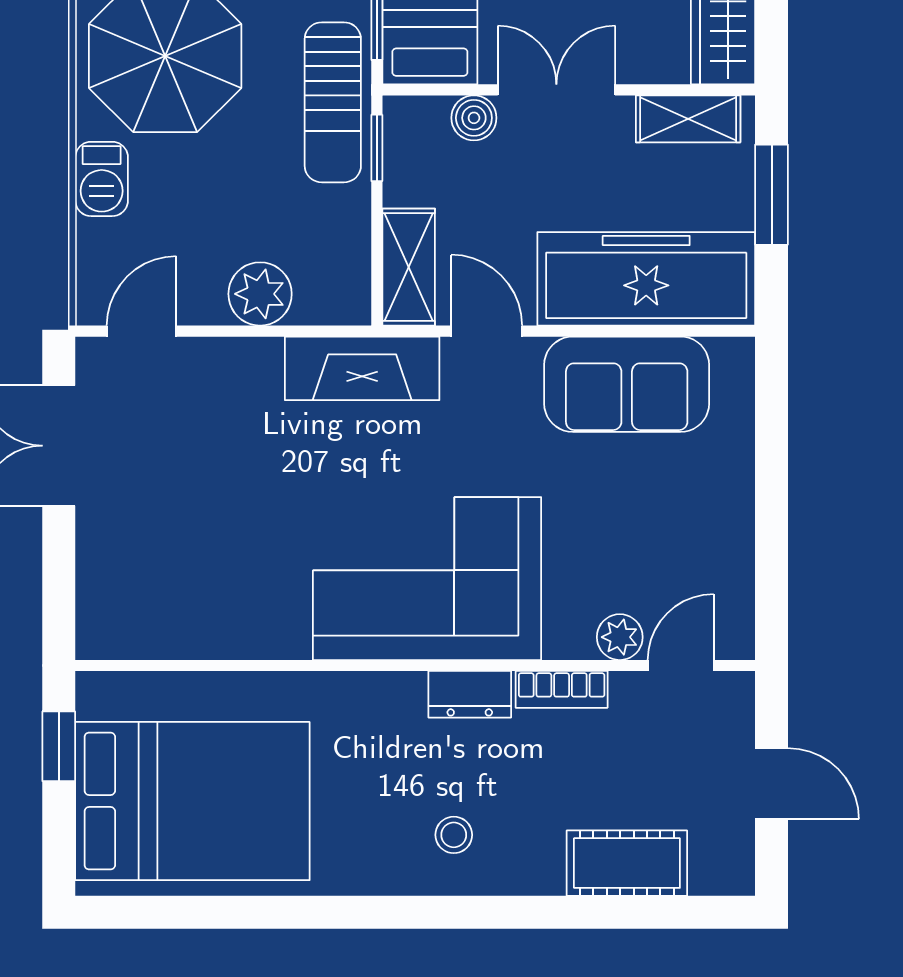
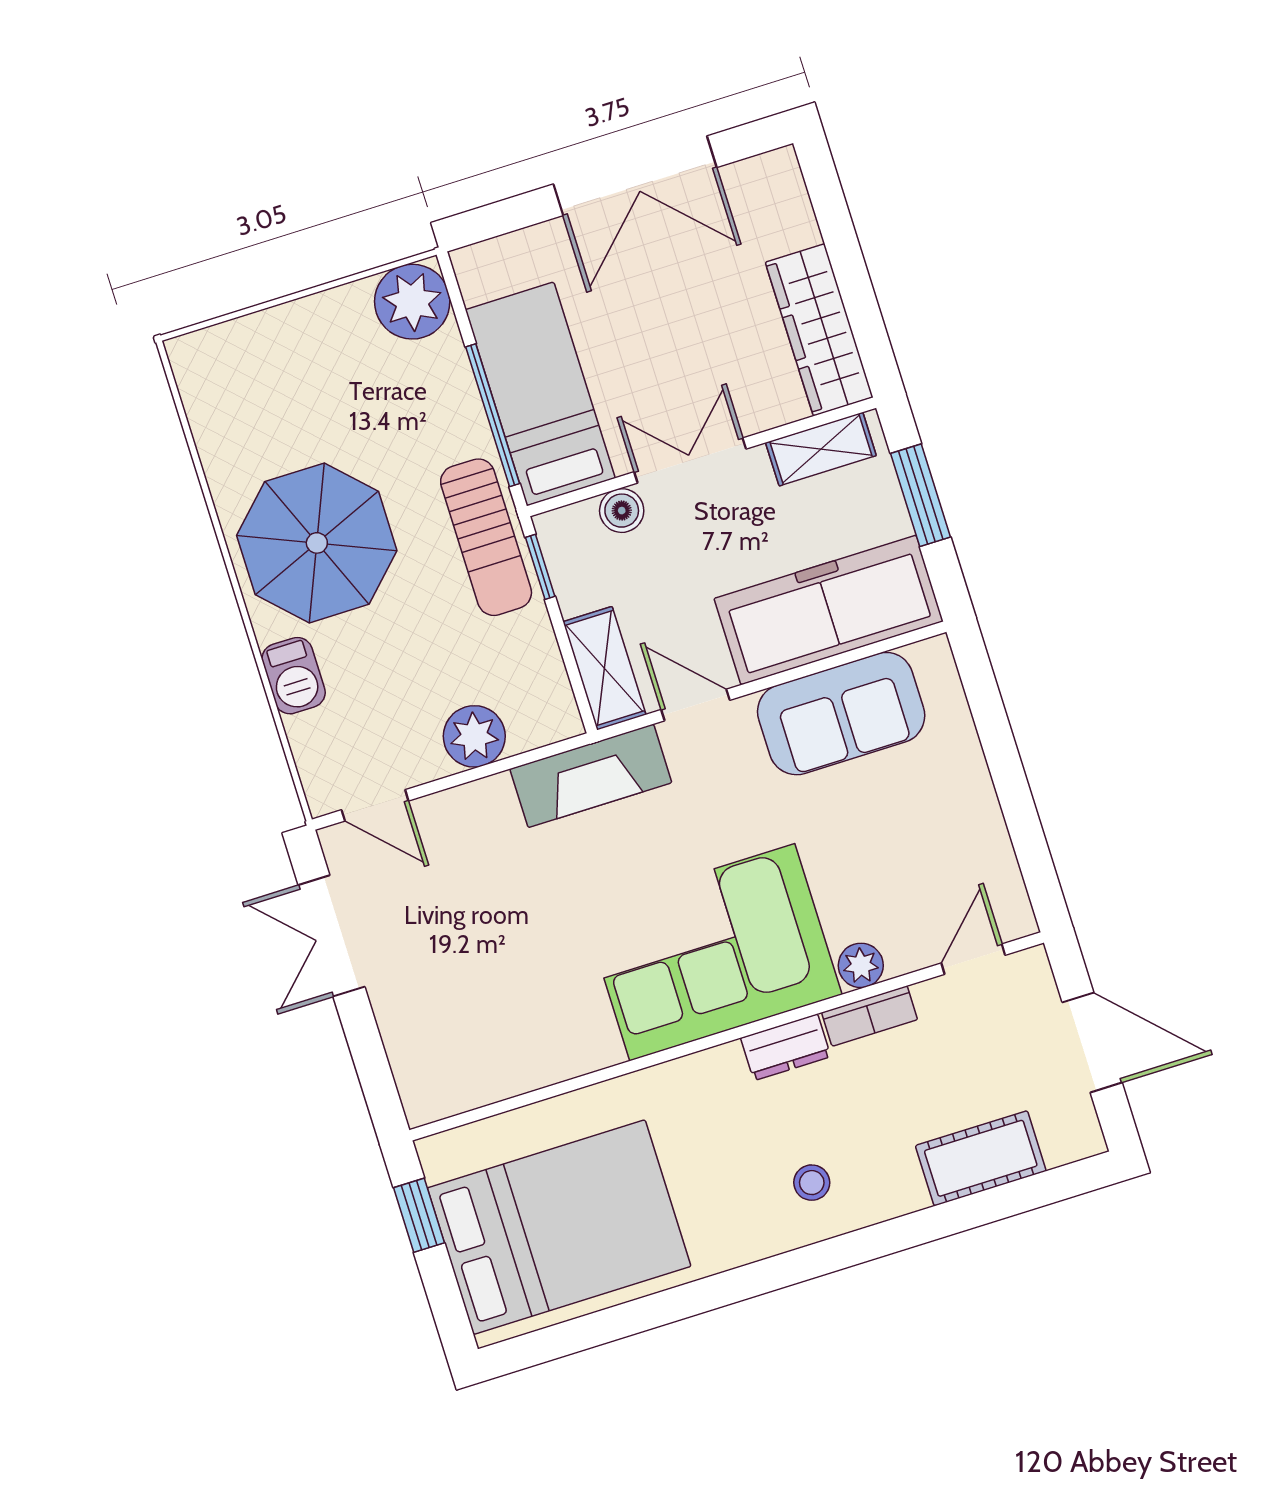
door: (141, 331) -> (375, 805), swing flipped
plant: (620, 637) -> (861, 965), moved
door: (772, 784) -> (1092, 1042), width x1.38

